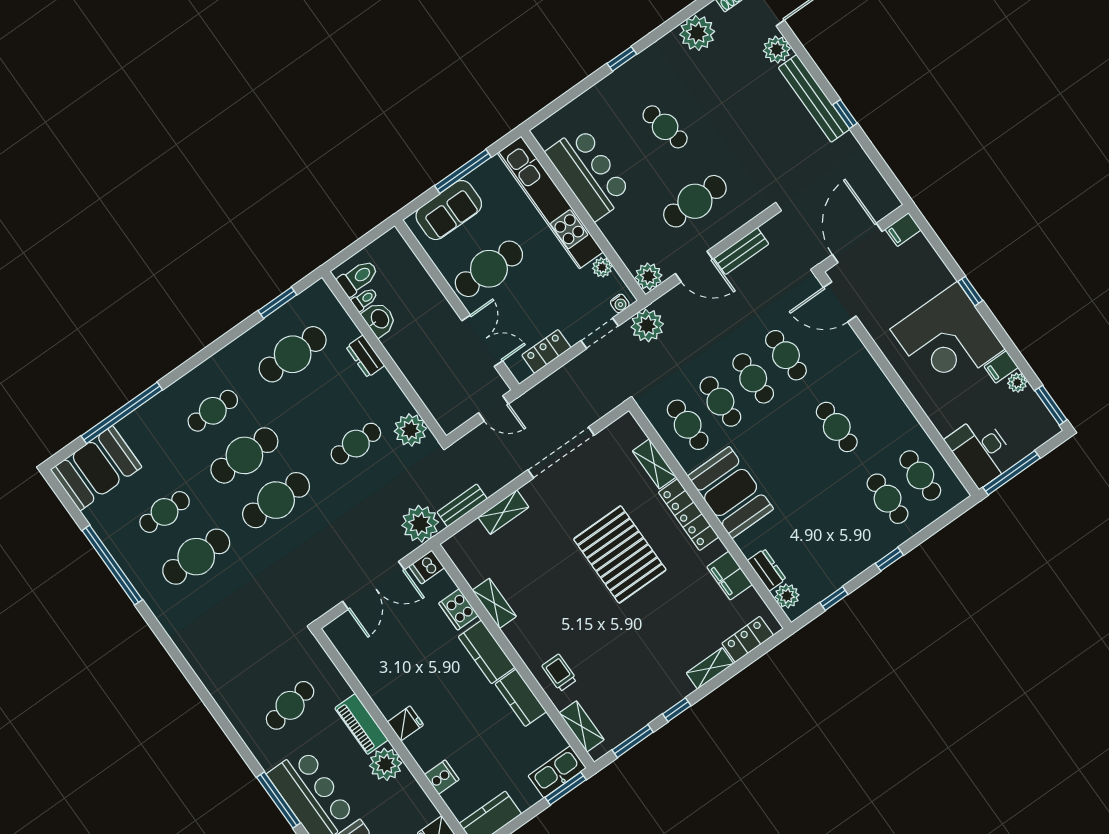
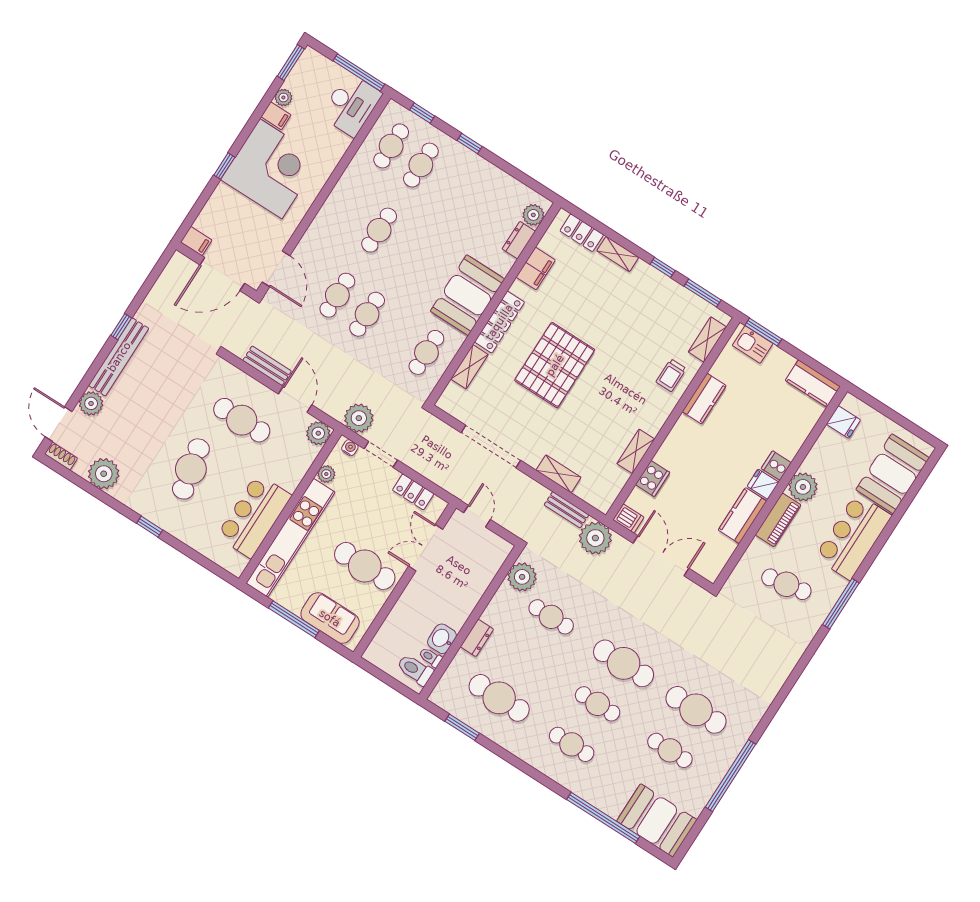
cafe table: (665, 127) -> (191, 469), width x1.37, depth x1.35
cafe table: (720, 402) -> (397, 333), removed
cafe table: (244, 455) -> (598, 704), width x0.73, depth x0.74
window: (834, 598) -> (422, 113), moved
kitchen counter: (487, 652) -> (742, 516), moved, turned 180
kitchen sink: (557, 772) -> (753, 345), width x0.73
cooker: (442, 777) -> (776, 466), moved
window: (279, 800) -> (841, 604), moved

